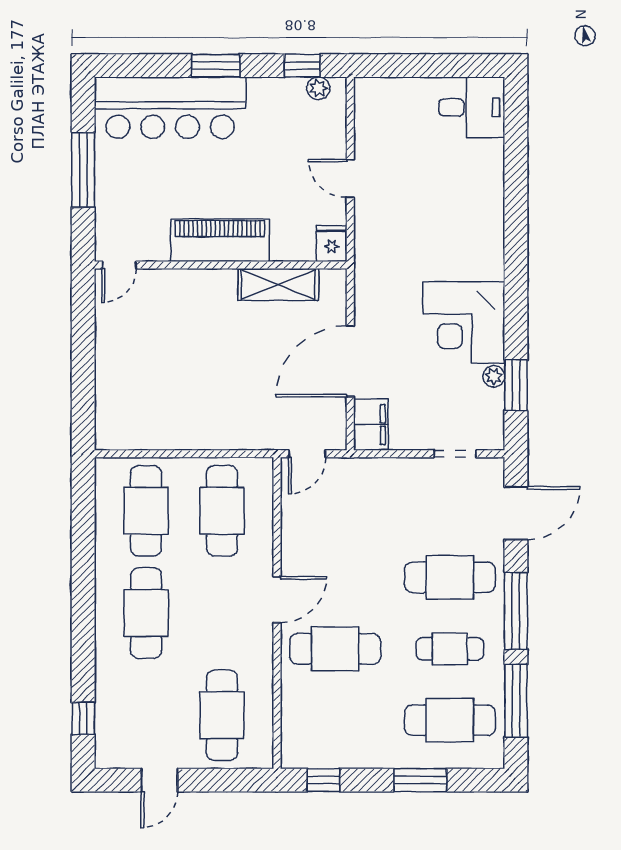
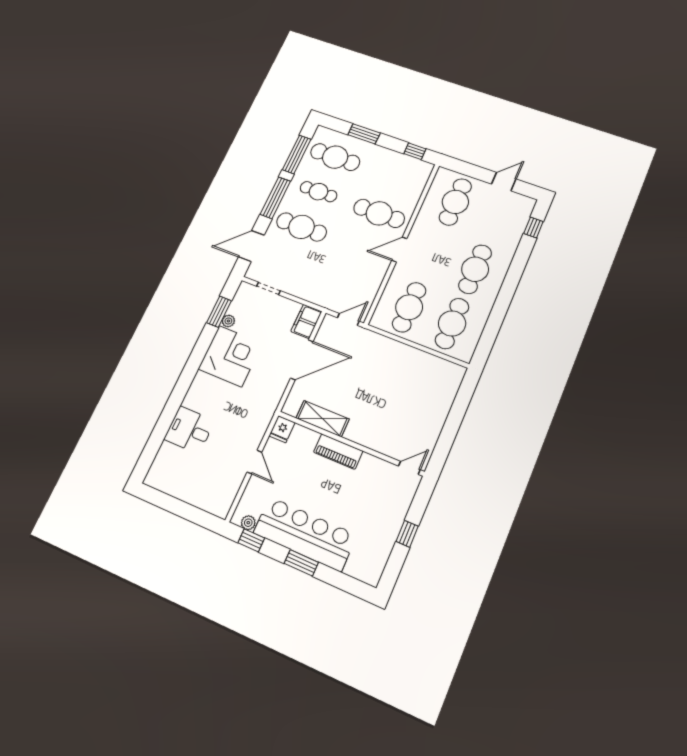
desk: (472, 107) -> (189, 430), moved
bar counter: (170, 108) -> (305, 534), moved
window: (83, 170) -> (407, 534), width x0.46
piano: (220, 240) -> (338, 452), width x0.73, depth x0.75

